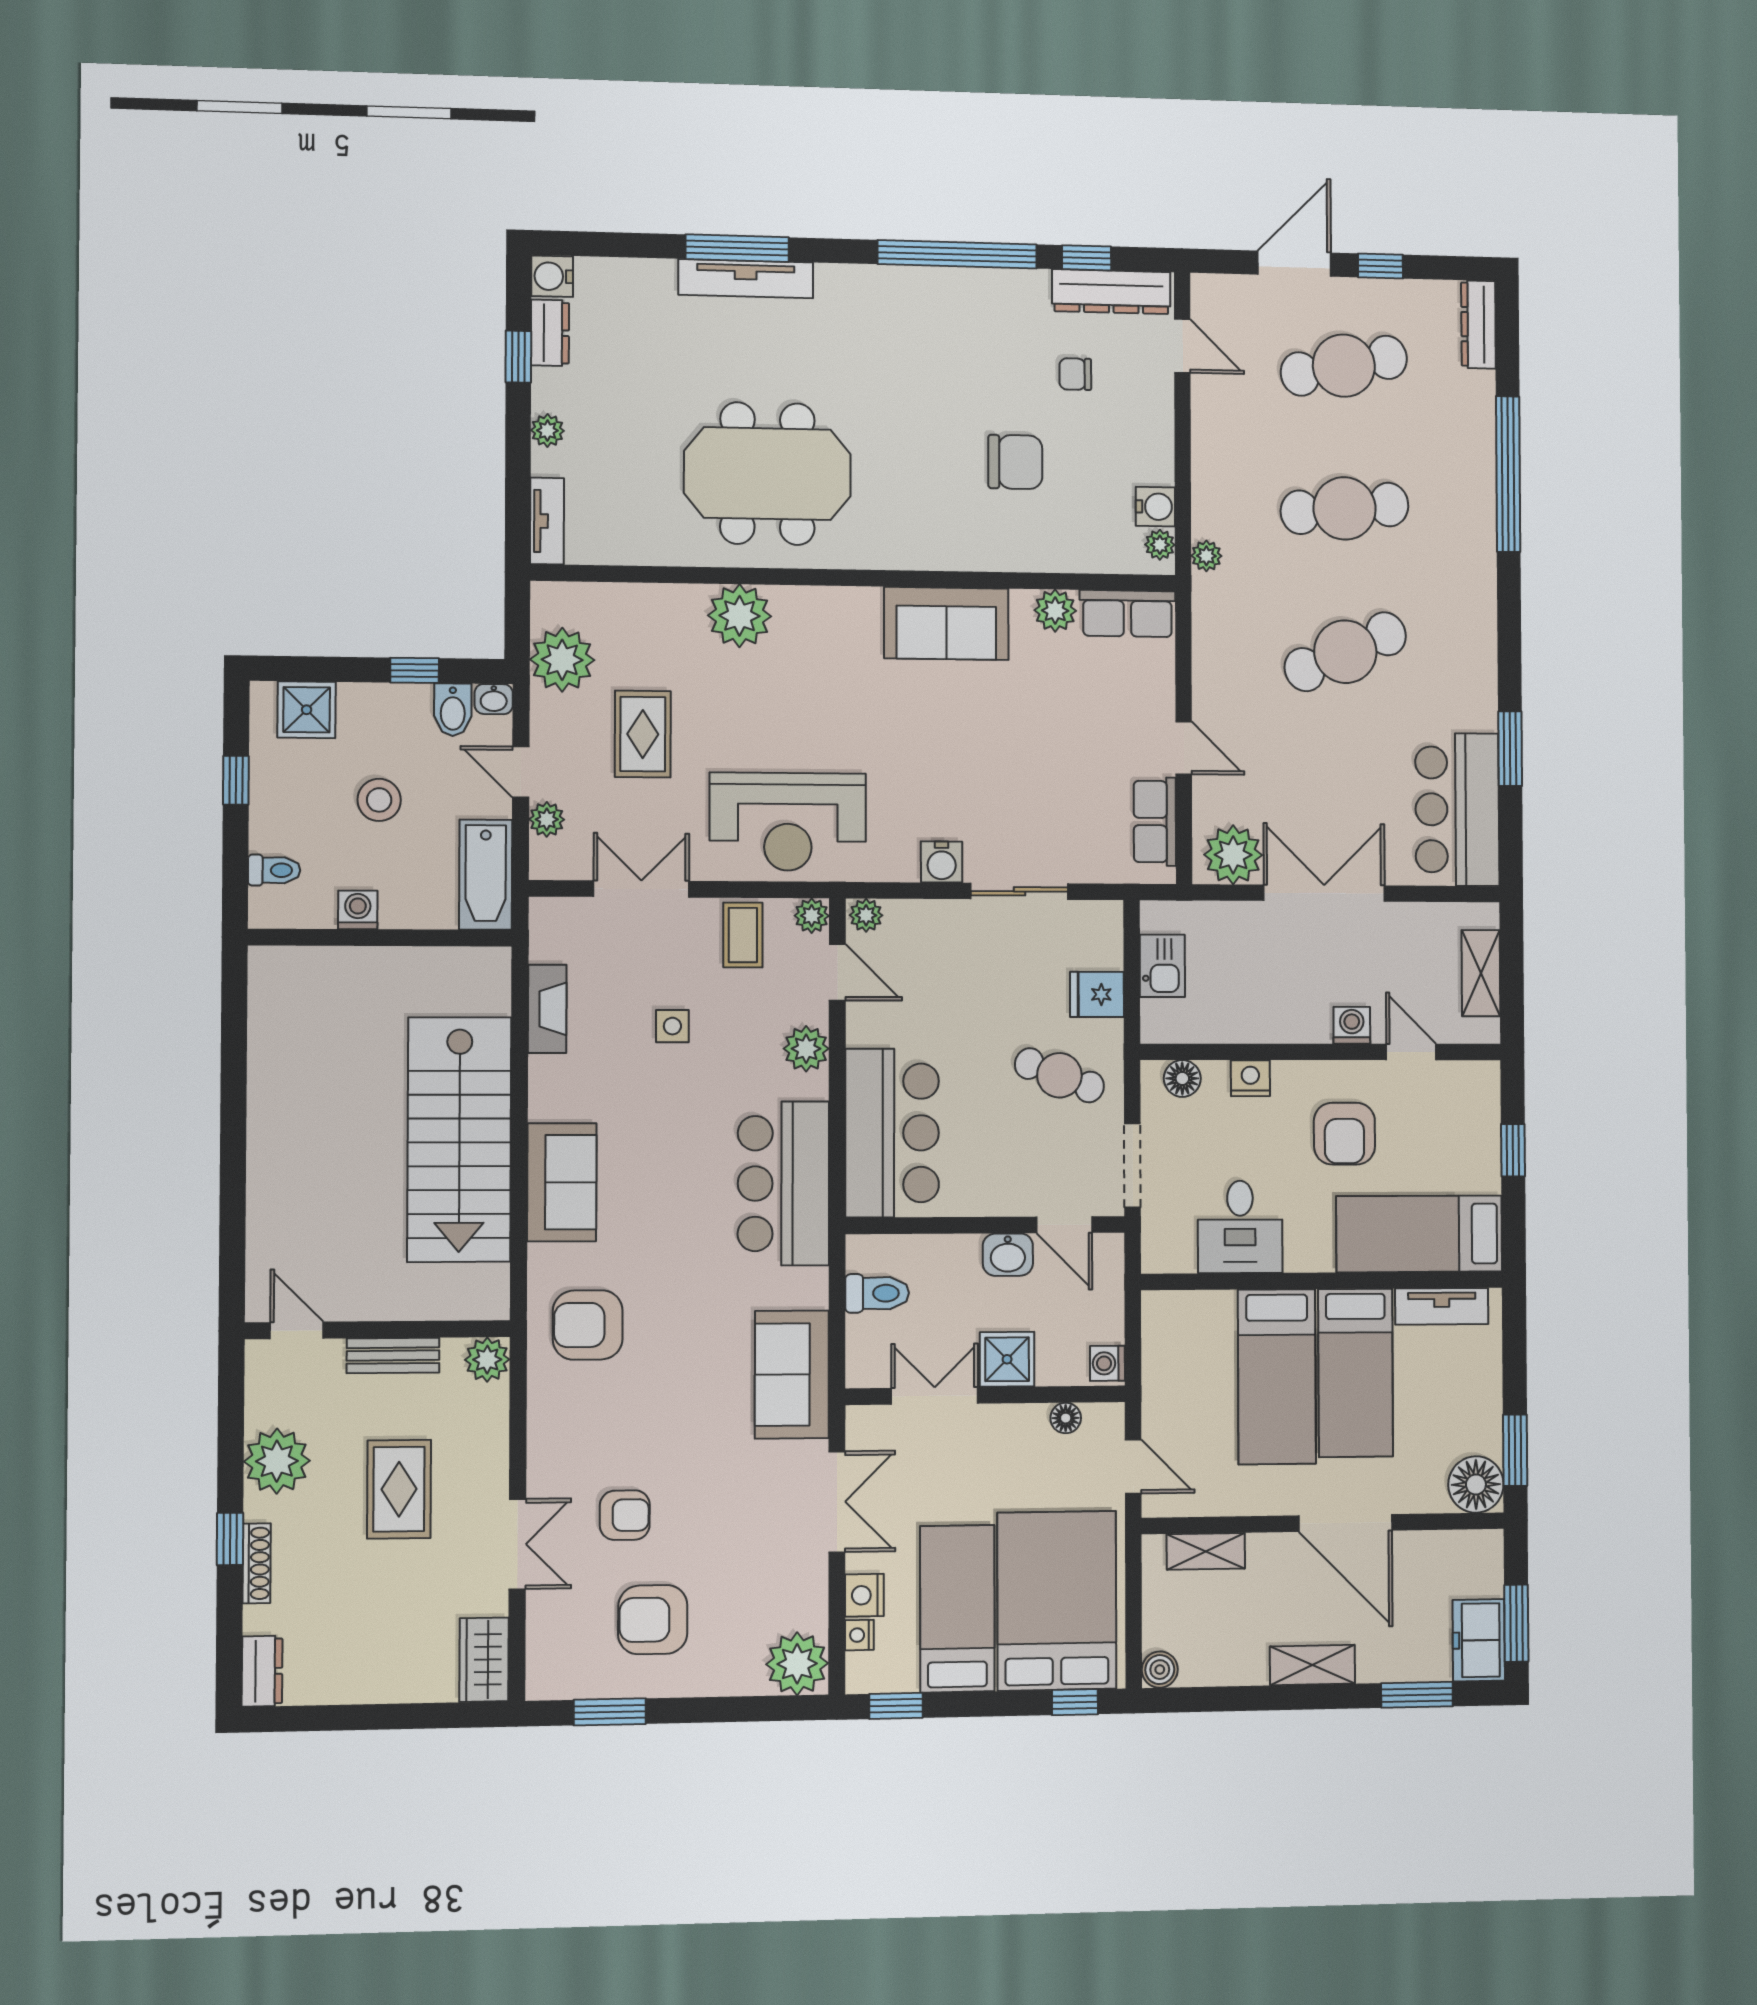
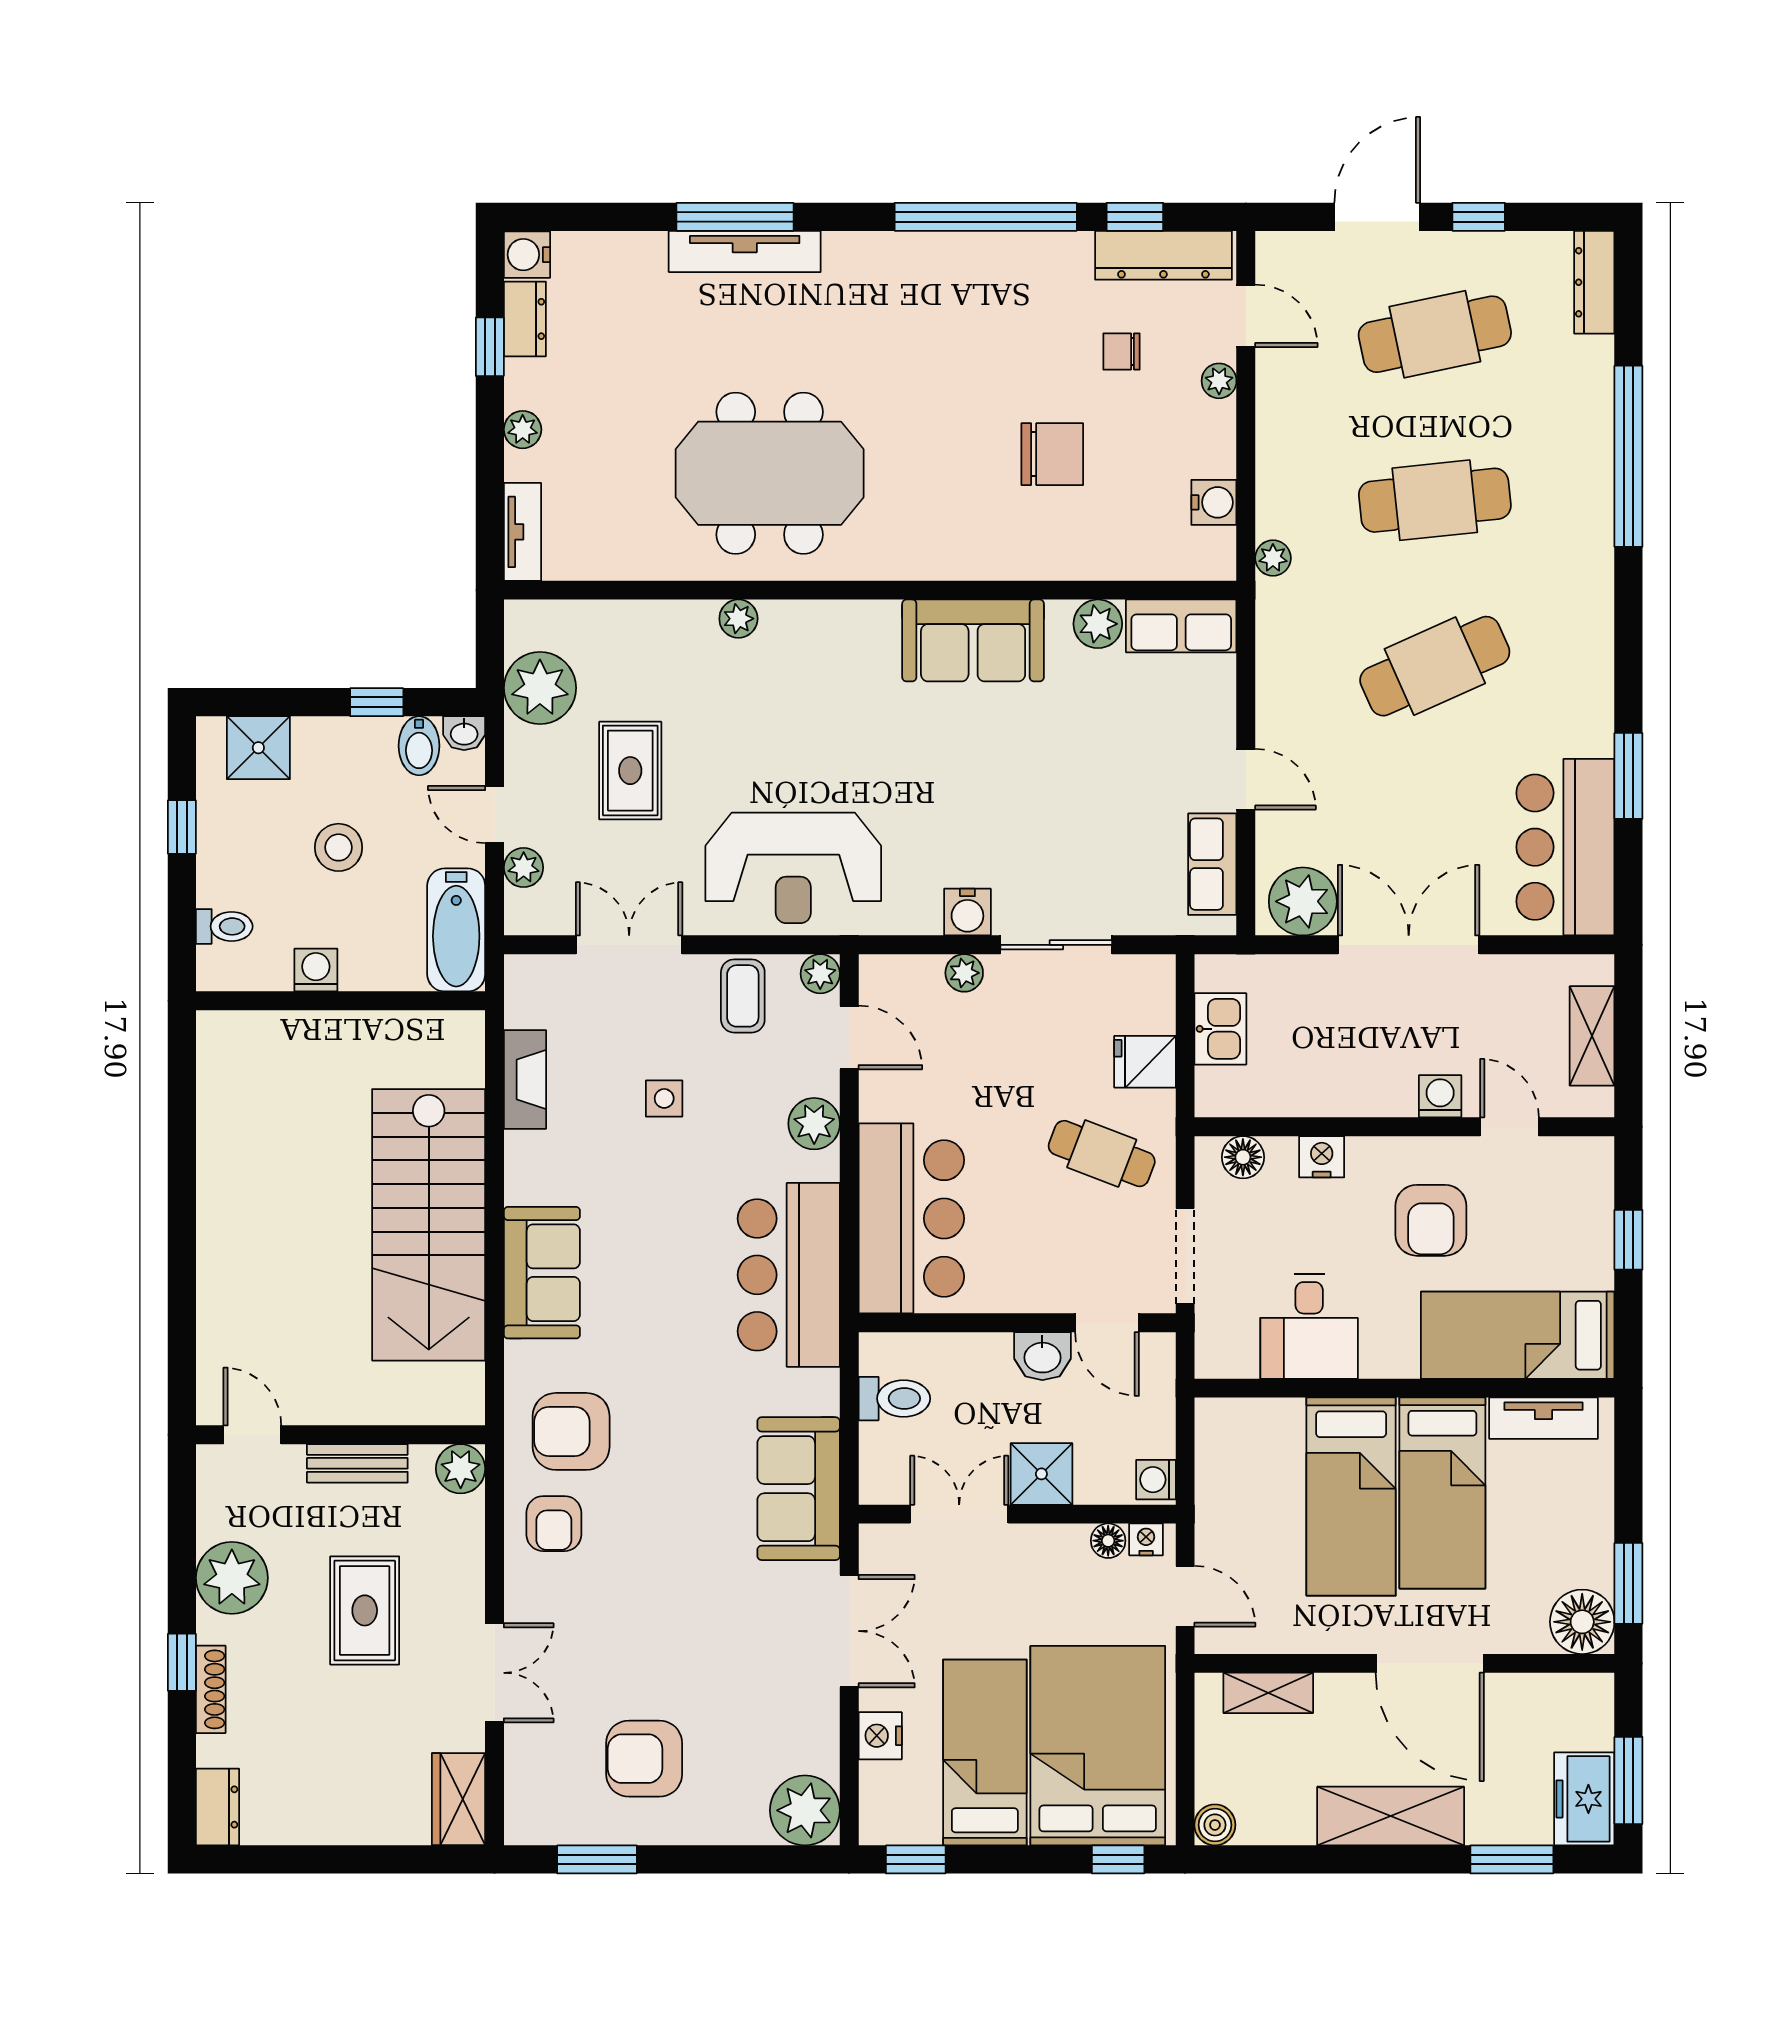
plant: (1160, 545) -> (1219, 381), moved
plant: (740, 616) -> (738, 619), width x0.53, depth x0.53
plant: (866, 915) -> (964, 973), moved
armchair: (625, 1515) -> (554, 1524), moved, turned 90
nightstand: (859, 1635) -> (1146, 1539), moved, turned 90
shelving: (1312, 1665) -> (1391, 1816), width x1.50, depth x1.33

